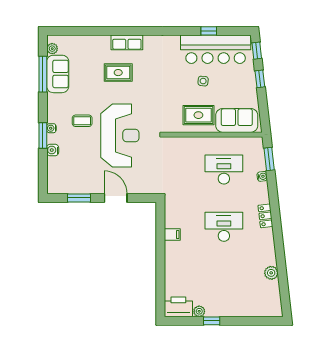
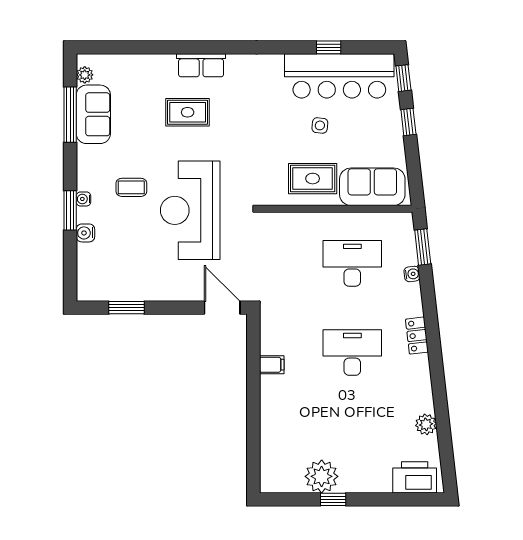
reception desk: (120, 136) -> (190, 210), turned 180
door: (116, 198) -> (222, 308), moved
printer: (178, 307) -> (415, 477), moved
plant: (199, 311) -> (322, 476), width x1.87, depth x1.87

